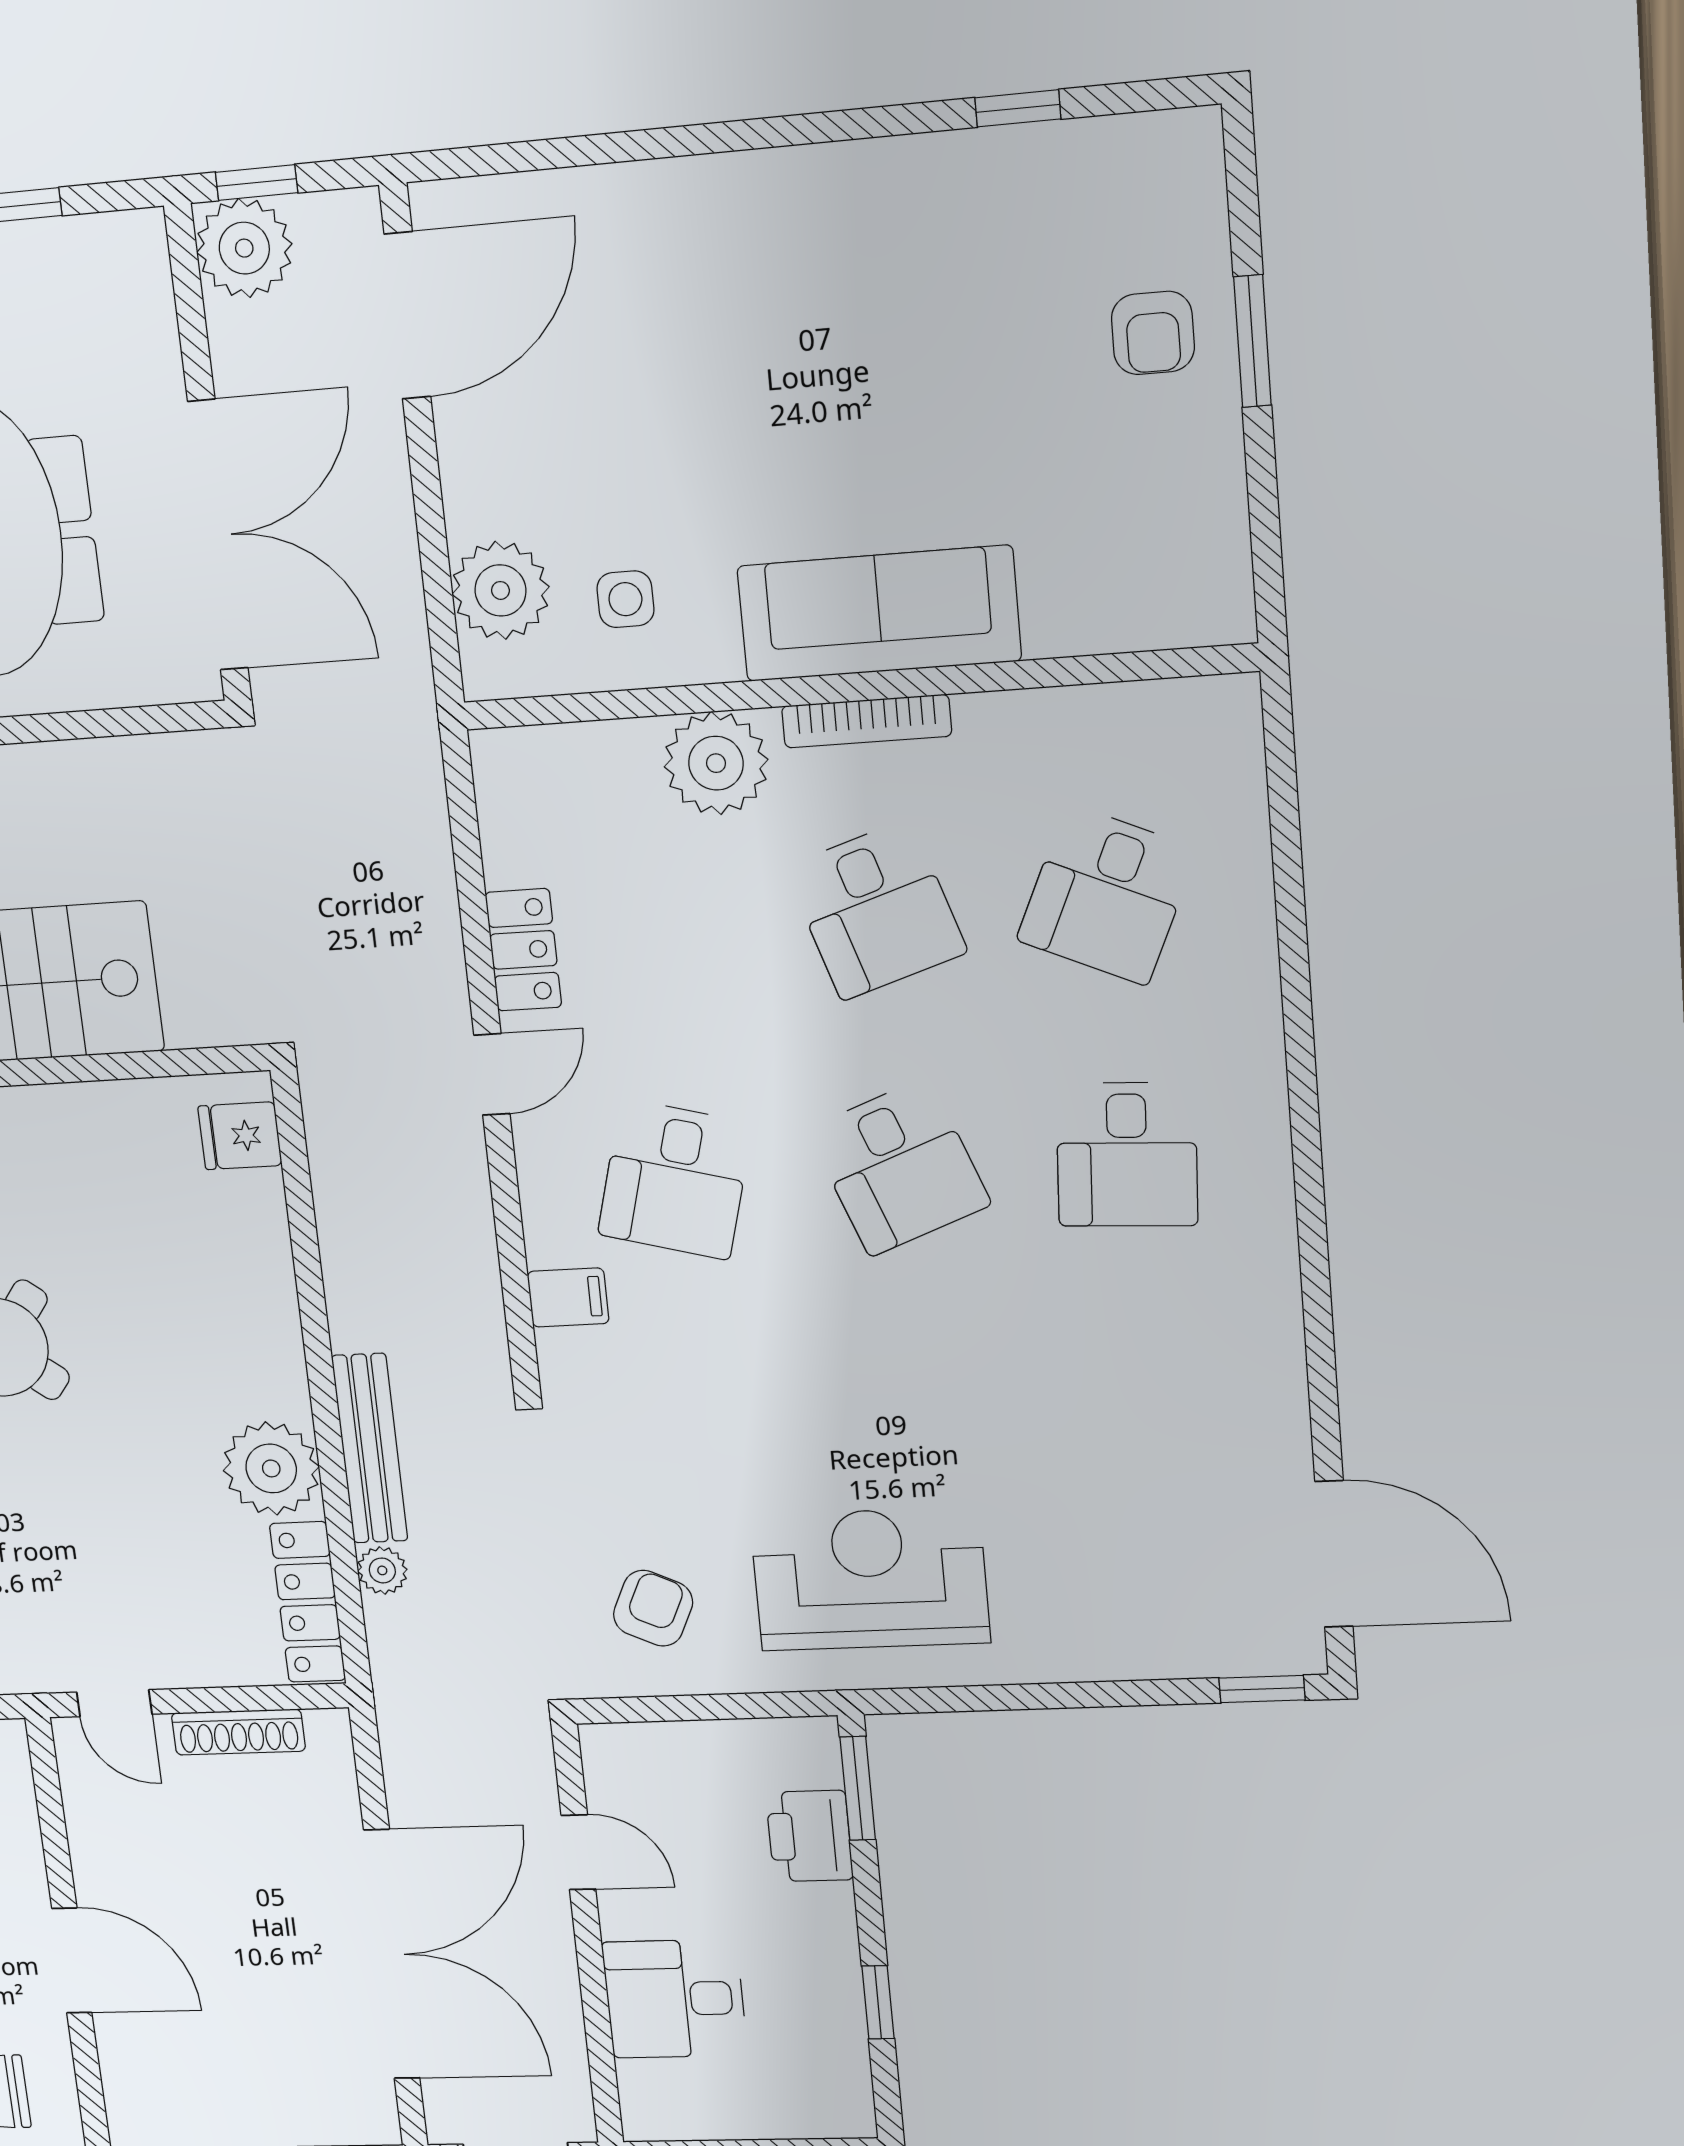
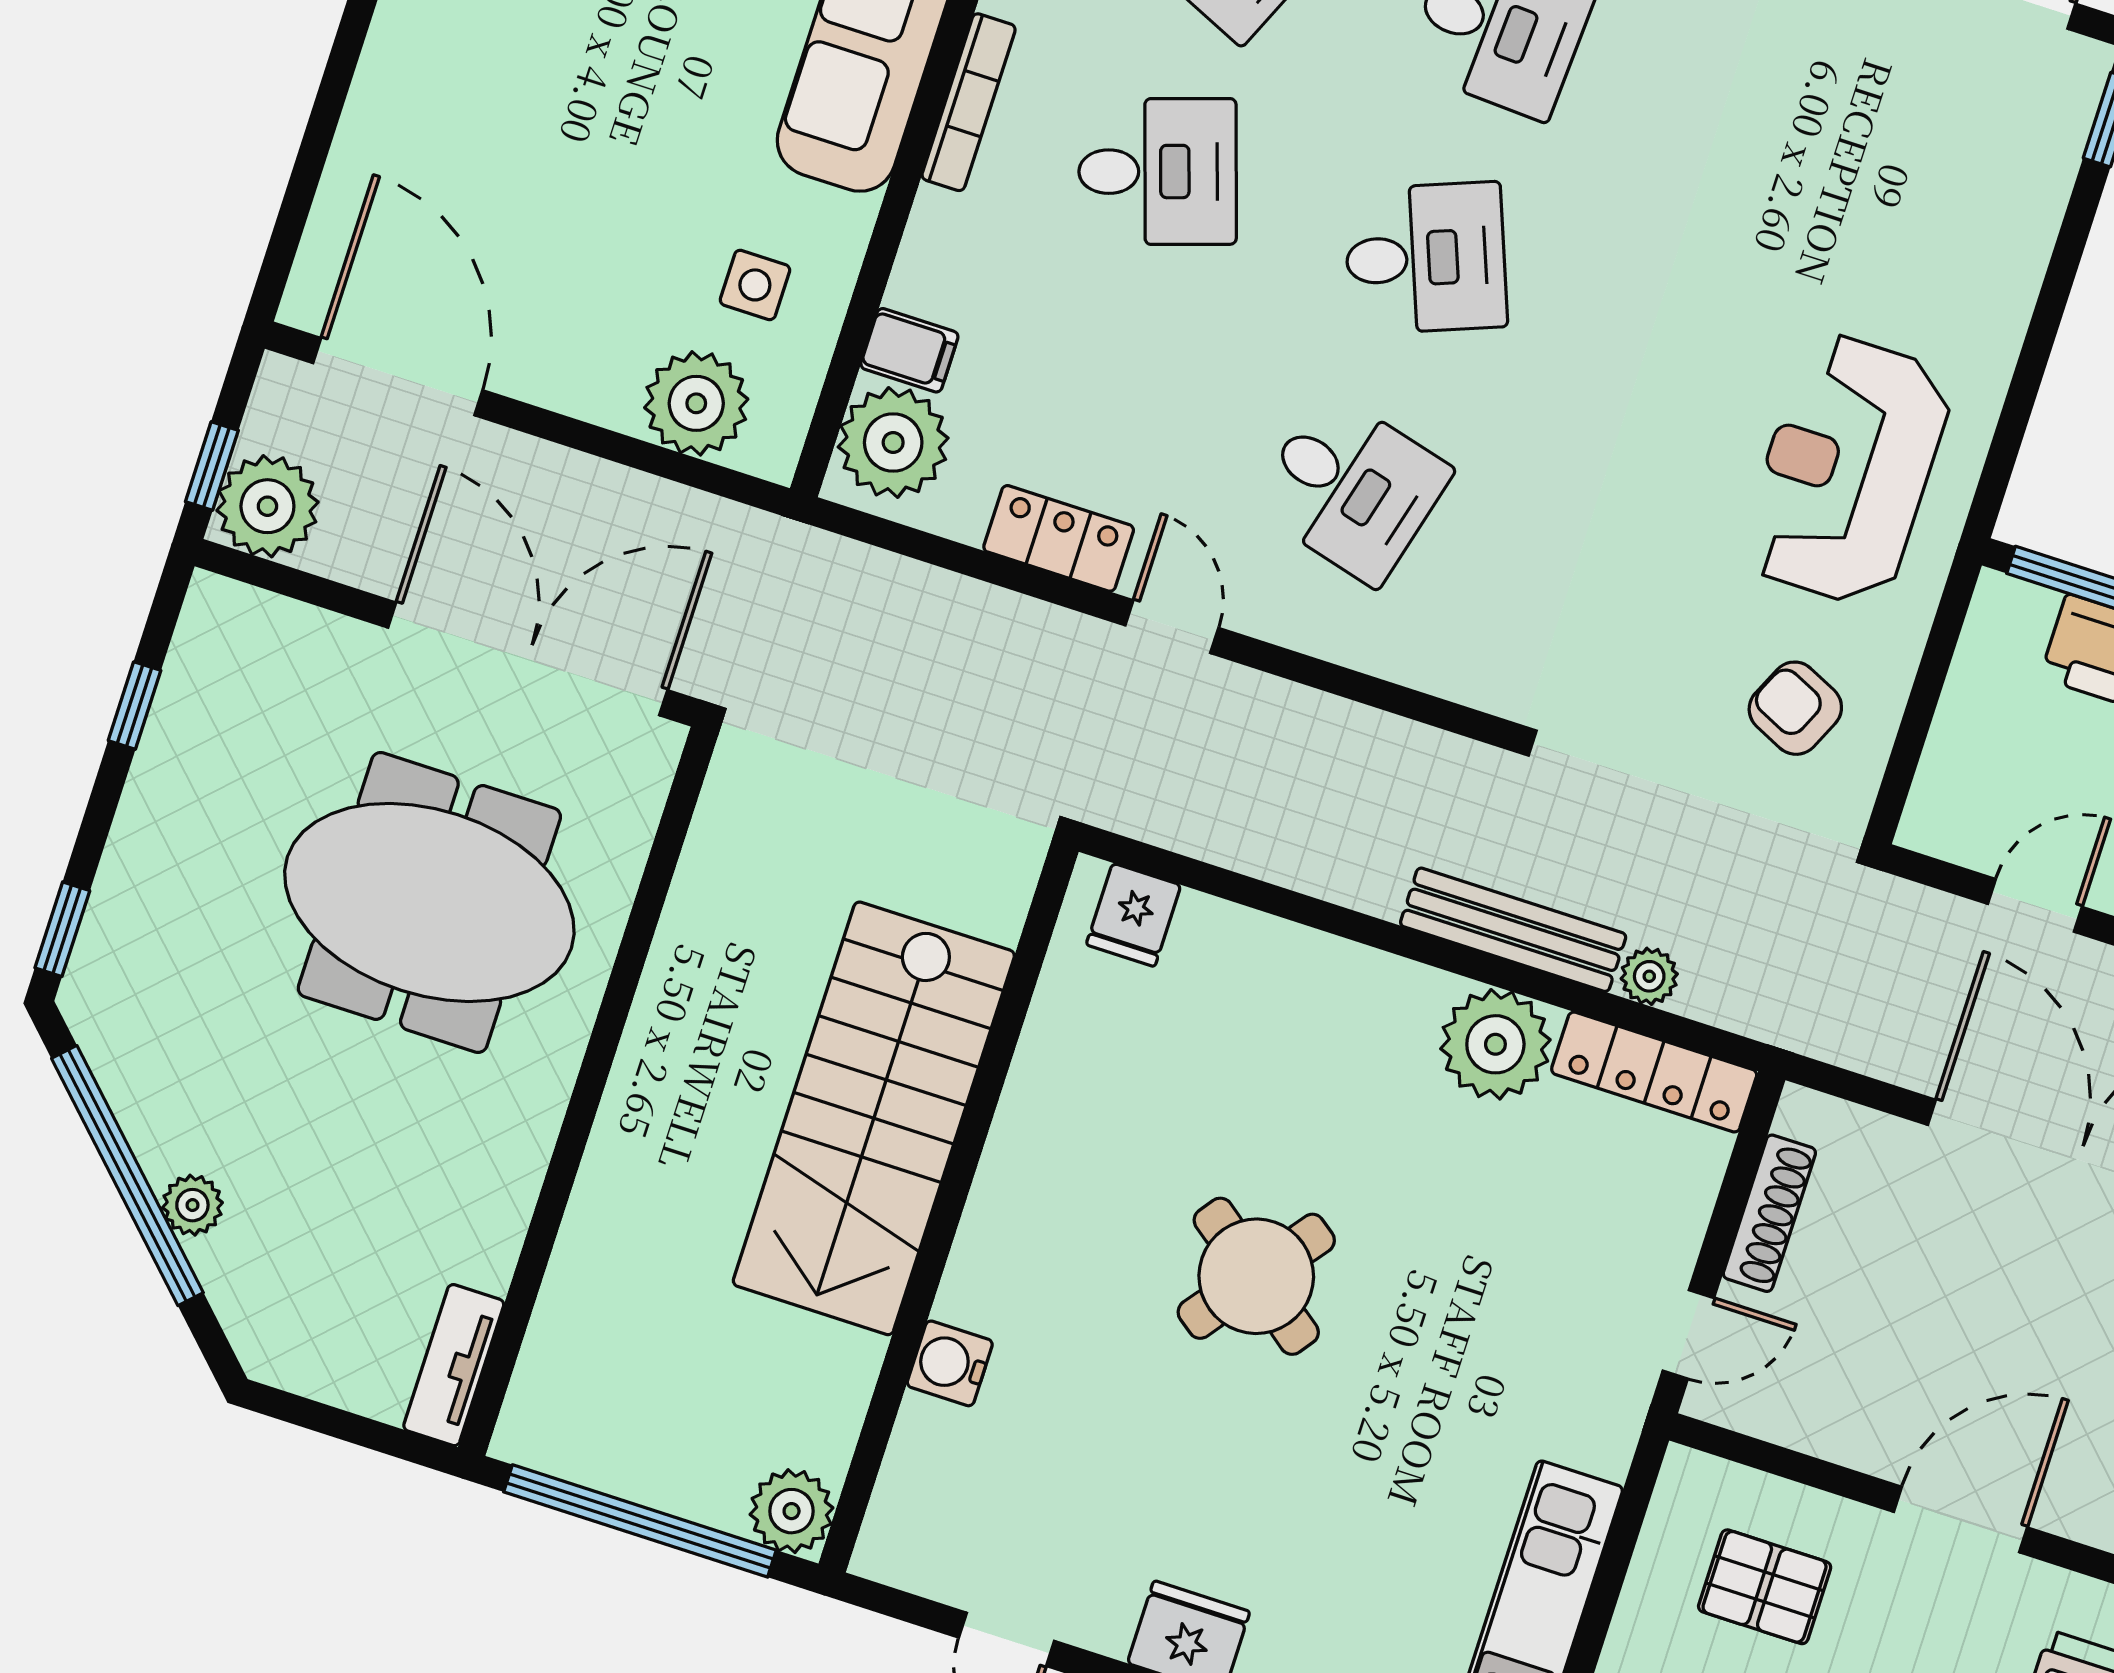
plant: (716, 763) -> (893, 442), moved
filing cabinet: (568, 1297) -> (909, 350), moved, turned 90

